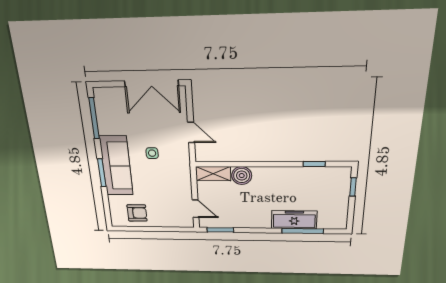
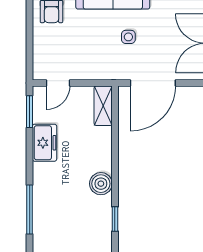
door: (191, 132) -> (153, 83), width x1.88
boiler: (242, 176) -> (101, 184), moved
freezer: (294, 220) -> (45, 143), moved, width x0.71

